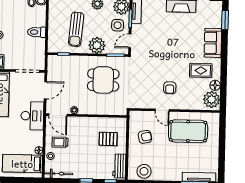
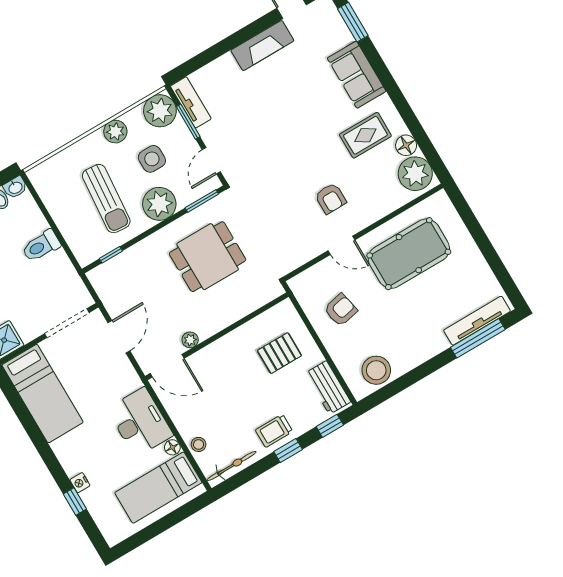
side table: (118, 25) -> (152, 159), moved
desk: (32, 116) -> (140, 422), moved
trolley: (60, 142) -> (274, 431), moved

